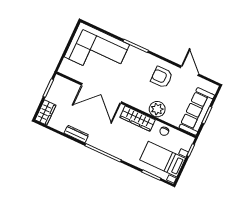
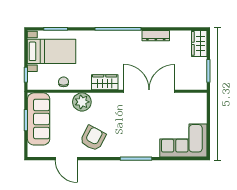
corner sofa: (97, 51) -> (183, 140), width x0.73, depth x0.74
armchair: (162, 77) -> (93, 138), turned -62
wardrobe: (138, 119) -> (105, 82), width x0.67

